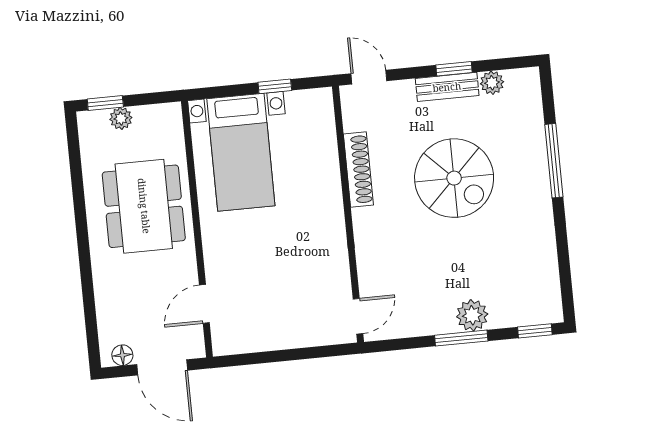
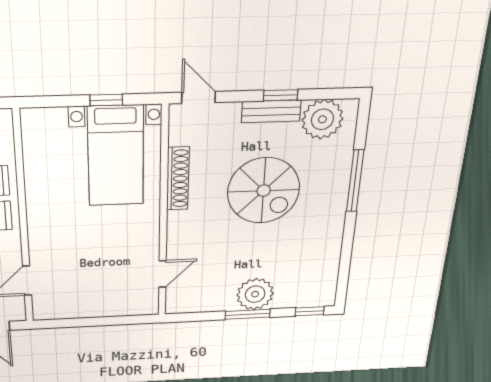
plant: (492, 83) -> (322, 119), width x1.87, depth x1.87
bed with nightstands: (241, 152) -> (116, 156), moved
plant: (472, 315) -> (255, 294), width x1.36, depth x1.36
door: (358, 316) -> (163, 274), moved

